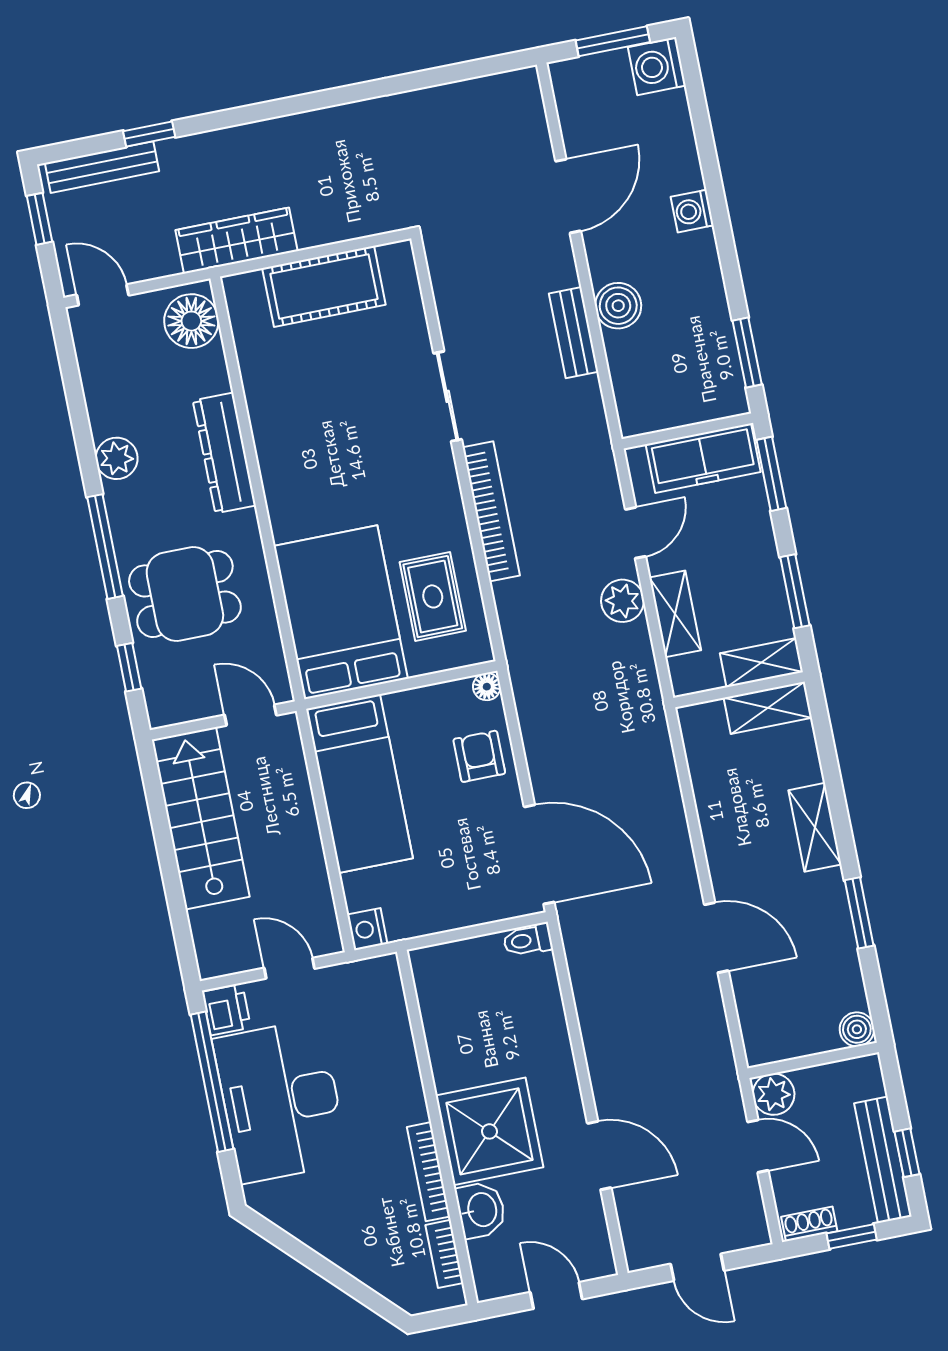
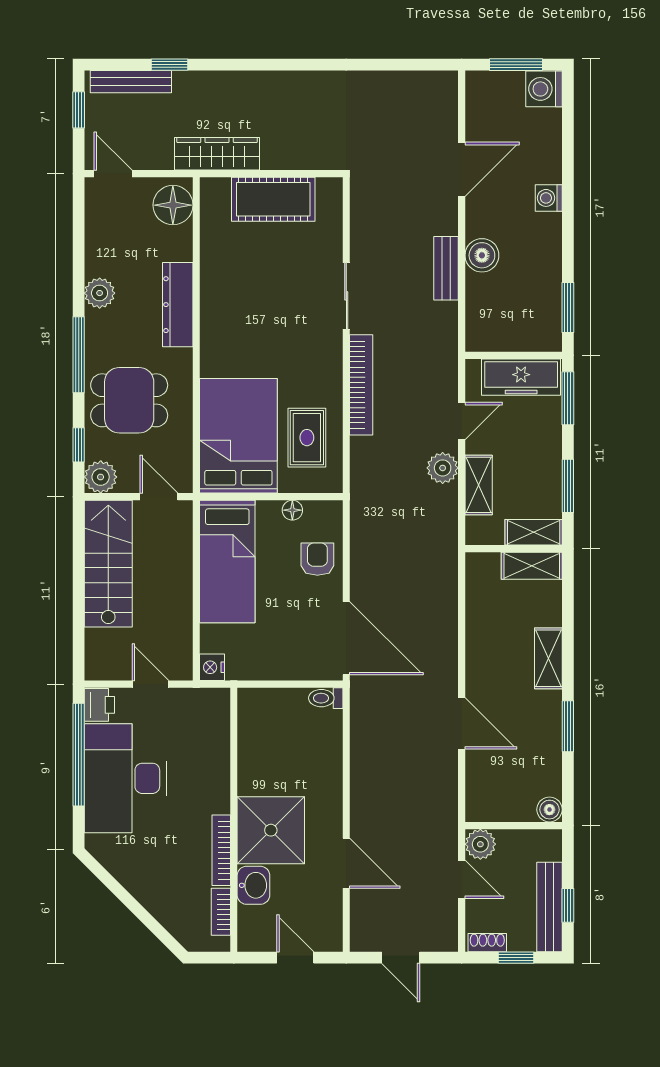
floor lamp: (487, 687) -> (292, 510), moved
plant: (167, 704) -> (101, 477), added

